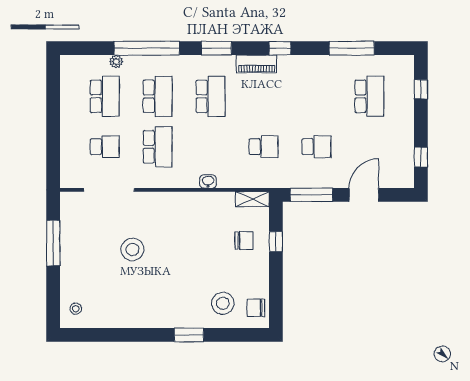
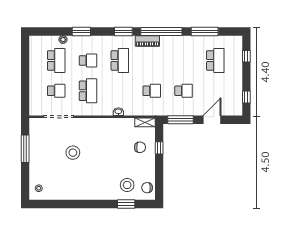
window: (147, 48) -> (81, 32), width x0.47
window: (280, 48) -> (161, 32), width x3.17
school desk: (158, 96) -> (88, 60), width x0.54
window: (189, 335) -> (126, 204), moved

